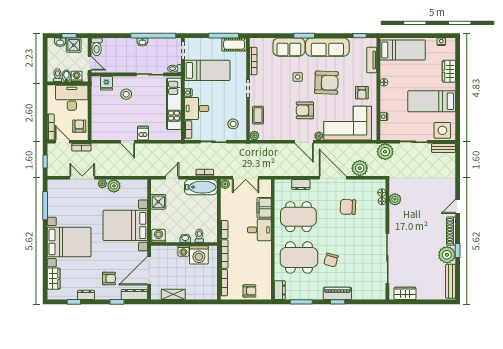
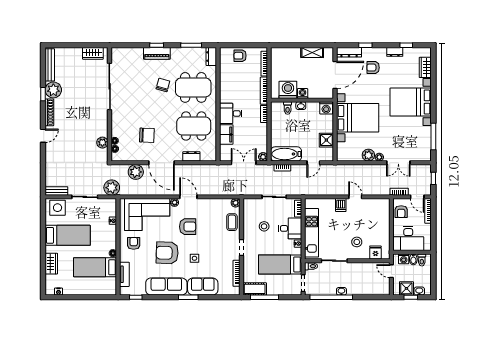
toilet: (97, 47) -> (385, 287), removed
bed: (403, 50) -> (95, 267), moved
stool: (233, 124) -> (264, 226), moved

